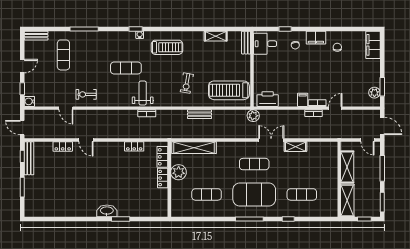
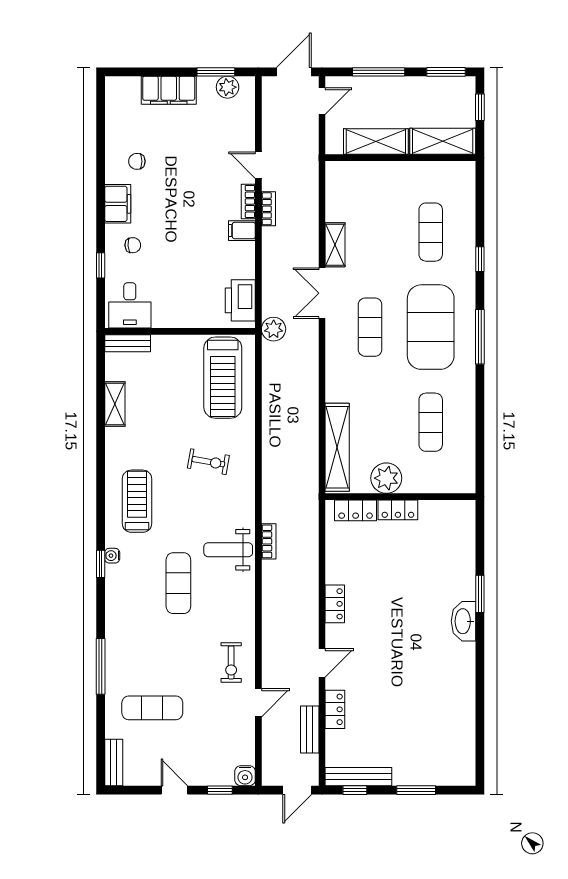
filing cabinet: (373, 45) -> (169, 90), moved
bench: (200, 114) -> (310, 729), moved
locker: (134, 146) -> (335, 604), moved

